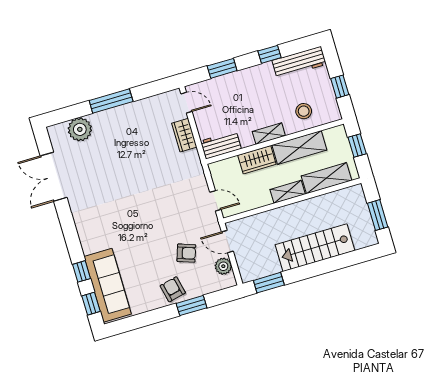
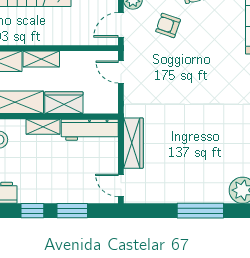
window: (270, 54) -> (32, 211), moved
wardrobe: (184, 135) -> (133, 143), width x1.50
workbench: (221, 145) -> (90, 130), width x1.37
door: (227, 242) -> (121, 25), swing flipped

